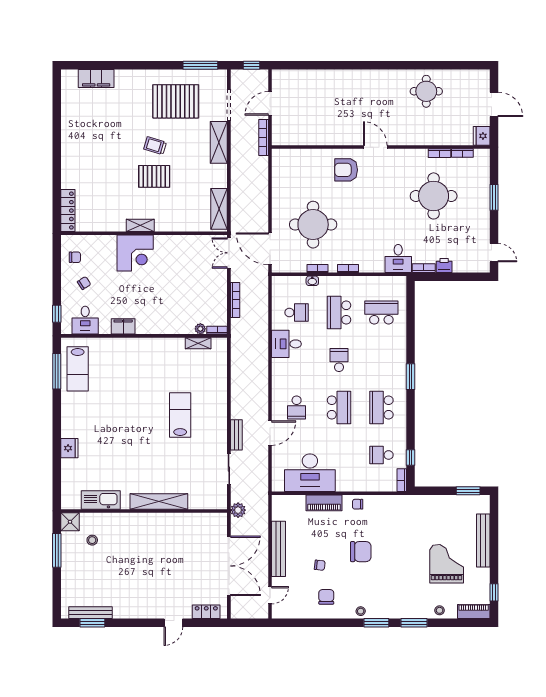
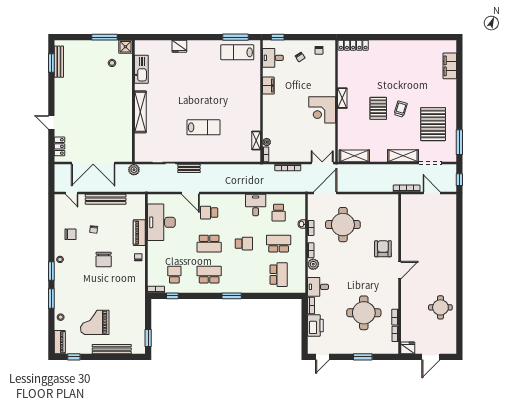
corner desk: (135, 253) -> (322, 110), moved
plant: (367, 265) -> (313, 264), added
printer: (444, 266) -> (315, 326), width x1.87, depth x1.48
grand piano: (447, 564) -> (95, 322), turned 180

